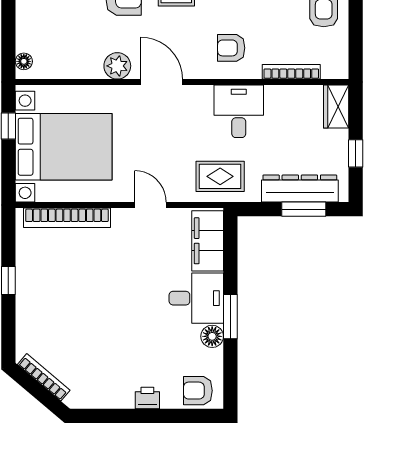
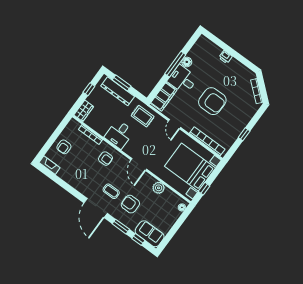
plant: (117, 66) -> (159, 188), moved
window: (230, 317) -> (175, 64), width x1.44
armchair: (198, 391) -> (212, 101), moved, width x1.88, depth x1.88

